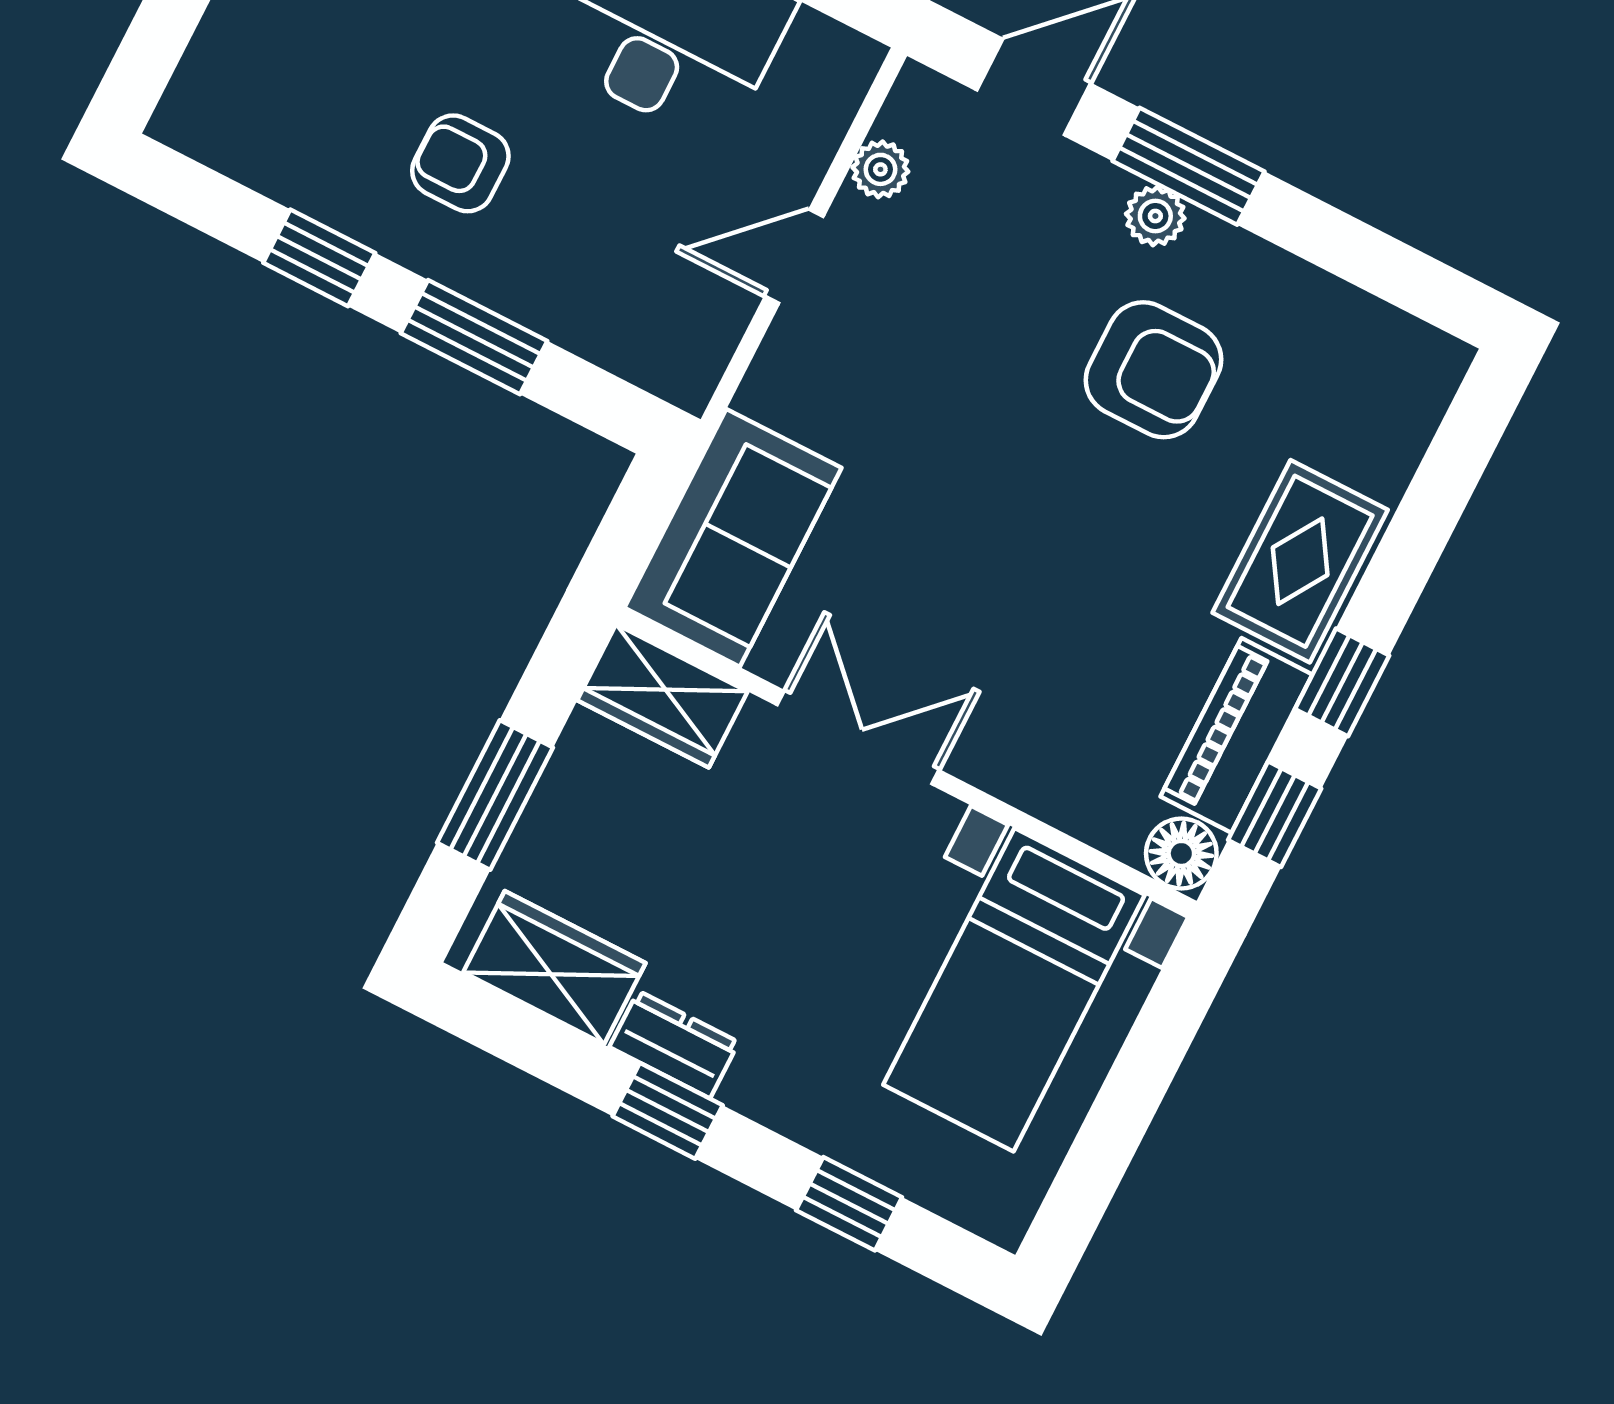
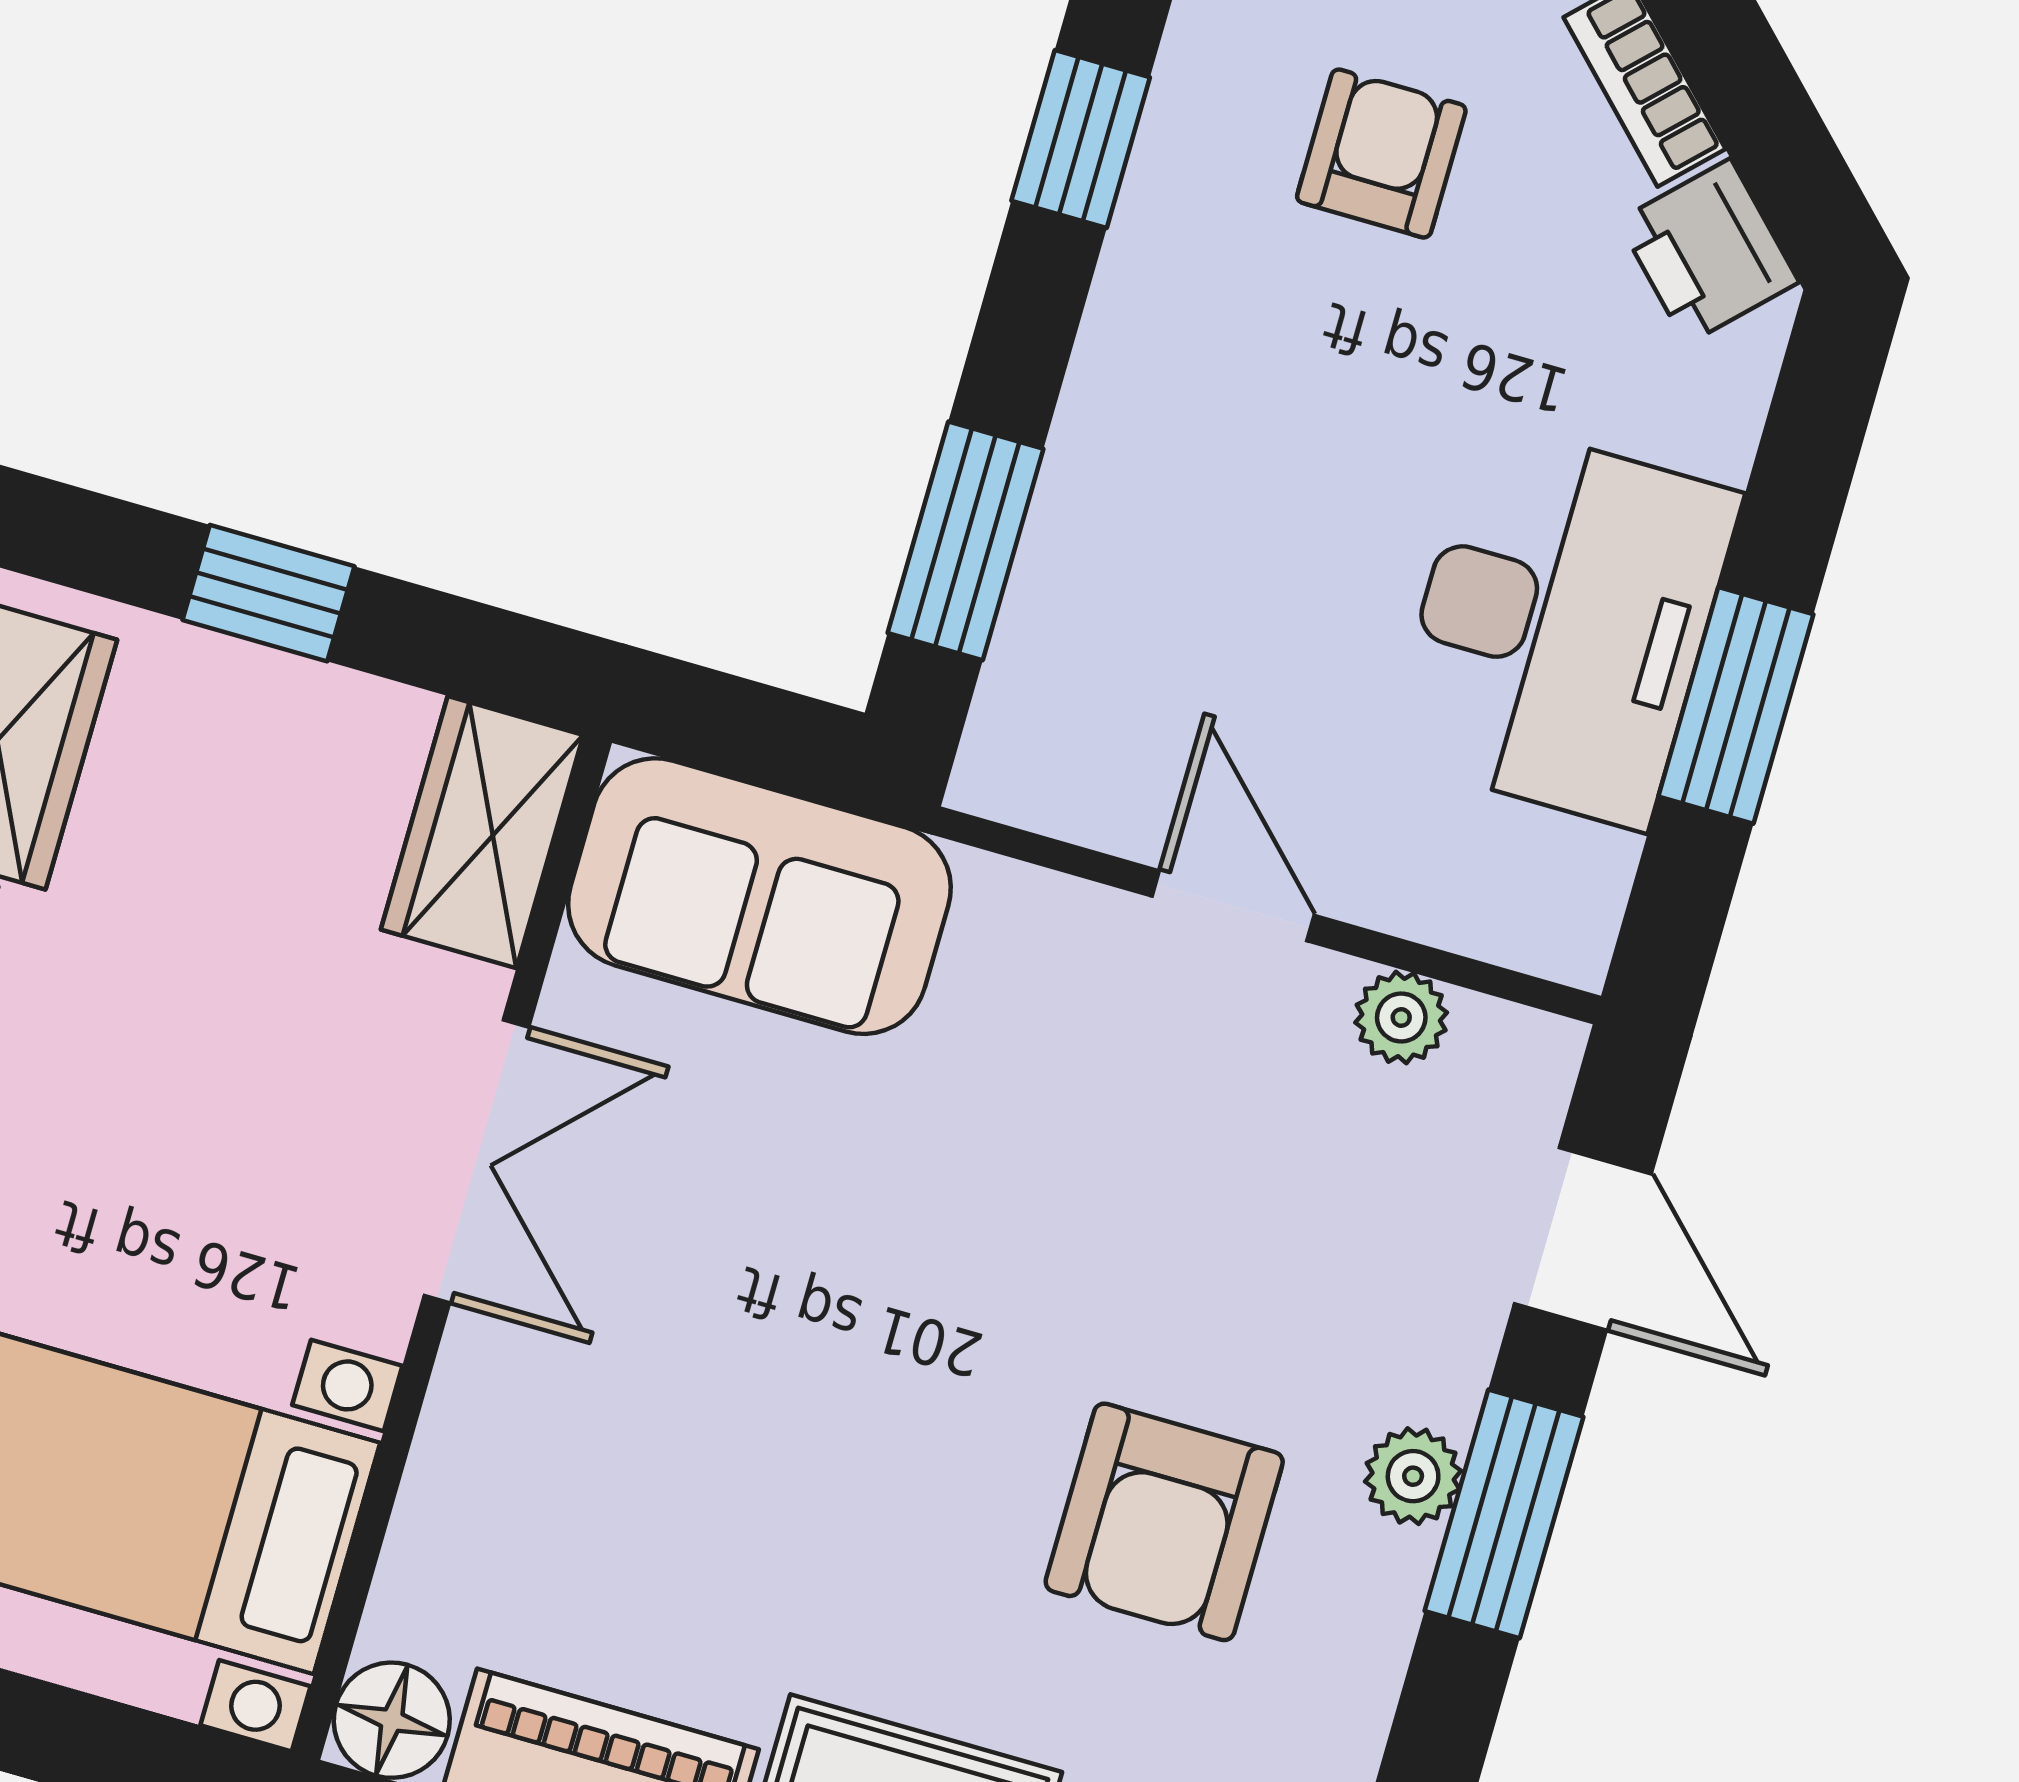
armchair: (460, 163) -> (1381, 154), moved
window: (474, 337) -> (965, 541), moved
window: (495, 795) -> (269, 593), width x0.67

